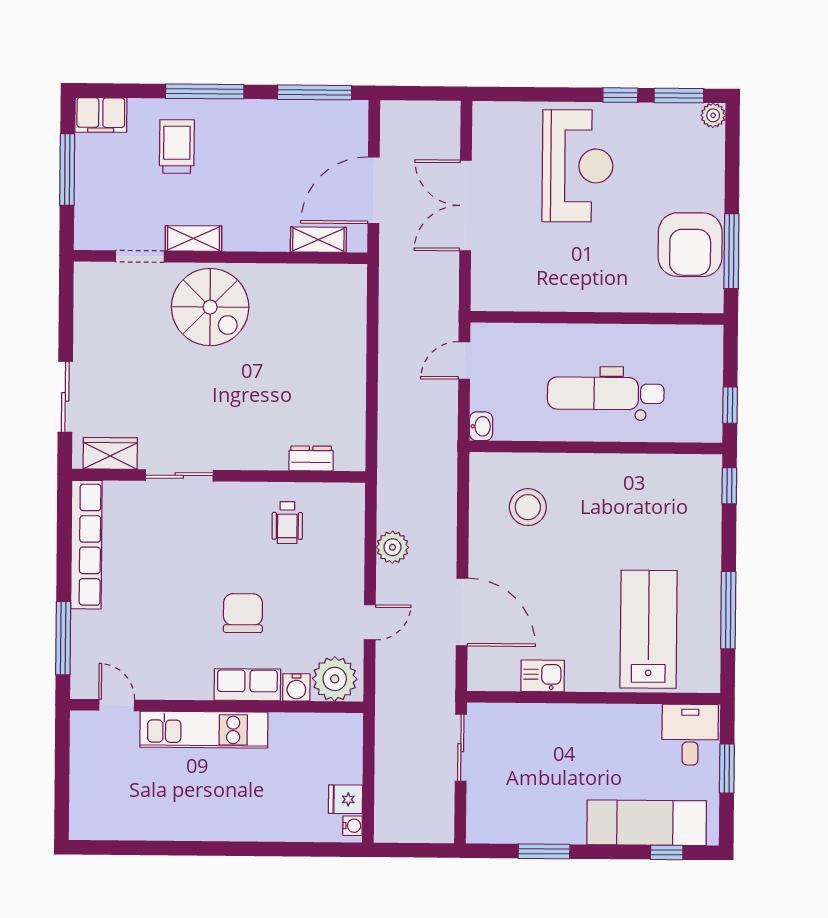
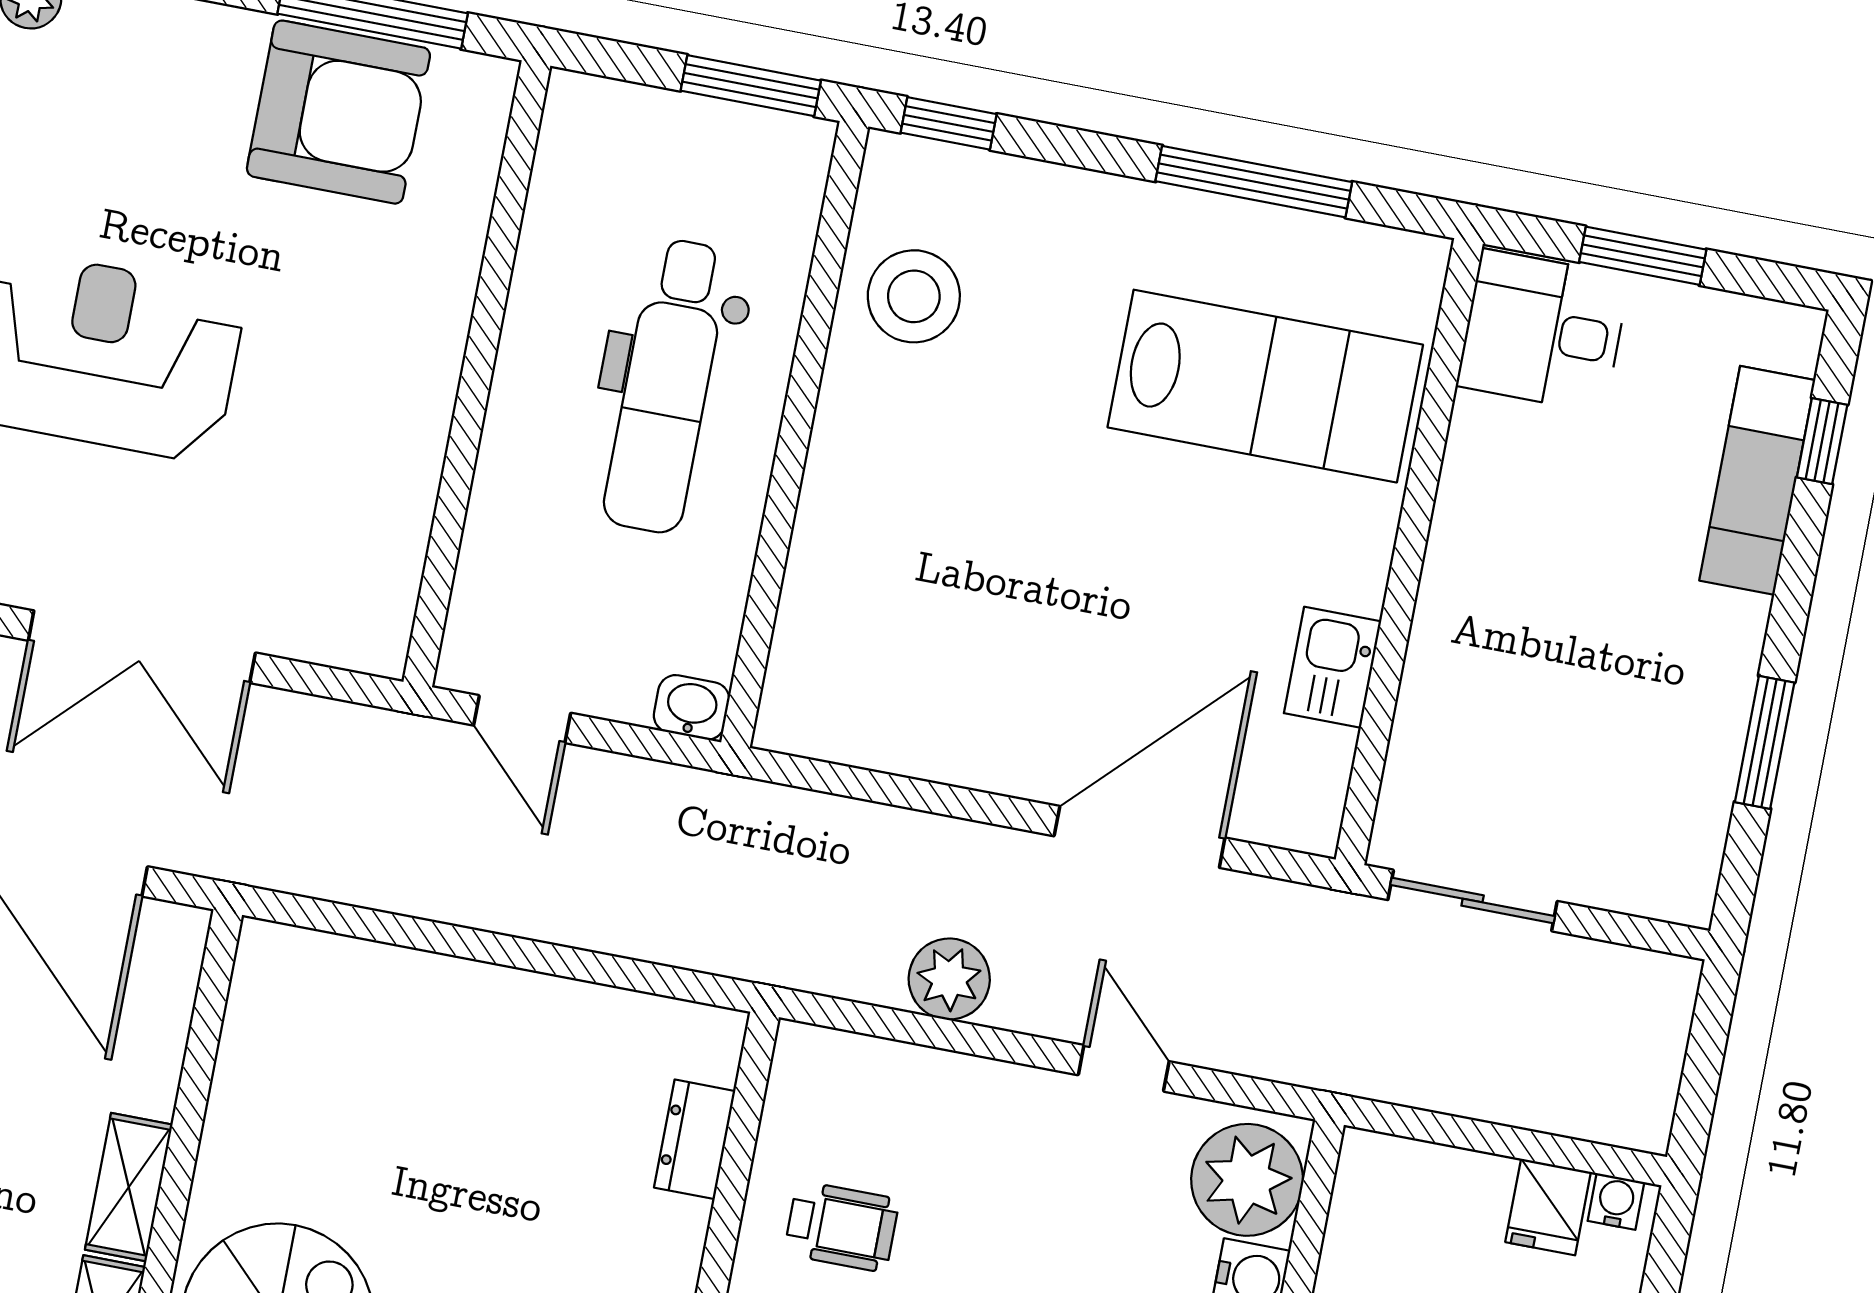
shelving: (318, 240) -> (129, 1187), moved
window: (730, 405) -> (751, 86), width x1.50
stool: (528, 507) -> (914, 296), moved
lab bench: (649, 629) -> (1265, 386), turned 180
exam couch: (647, 823) -> (1757, 480), width x0.73, depth x0.69

